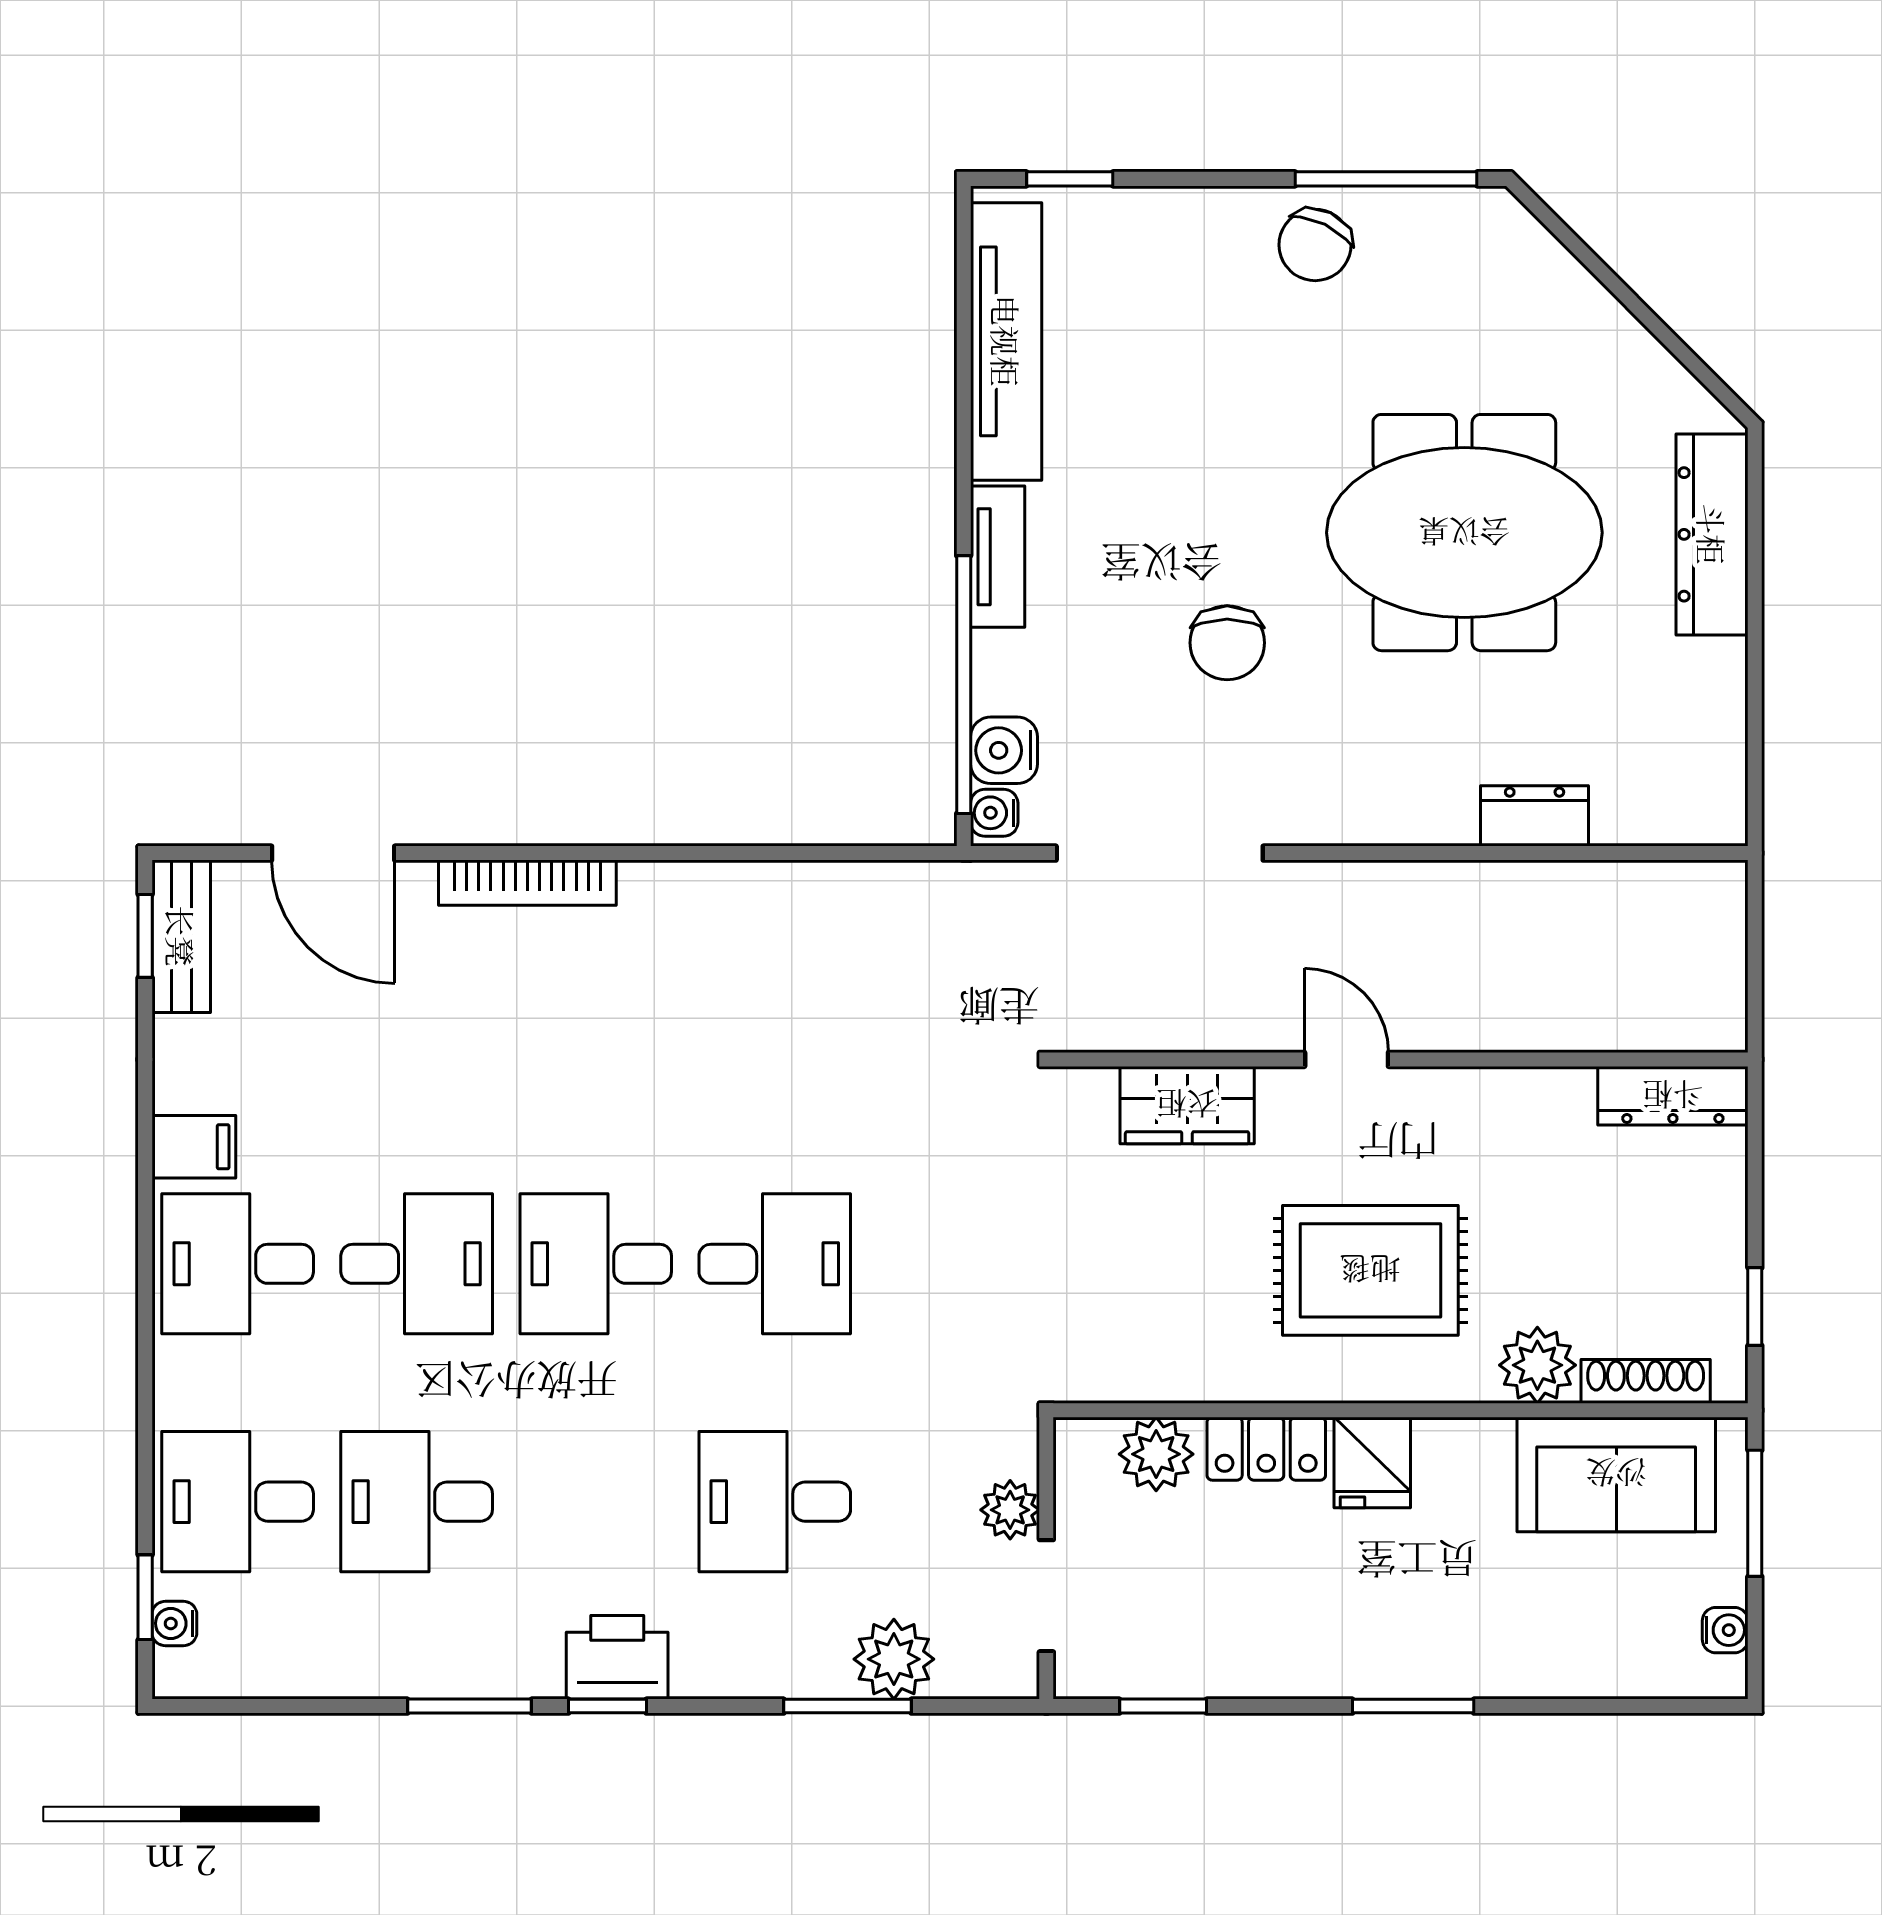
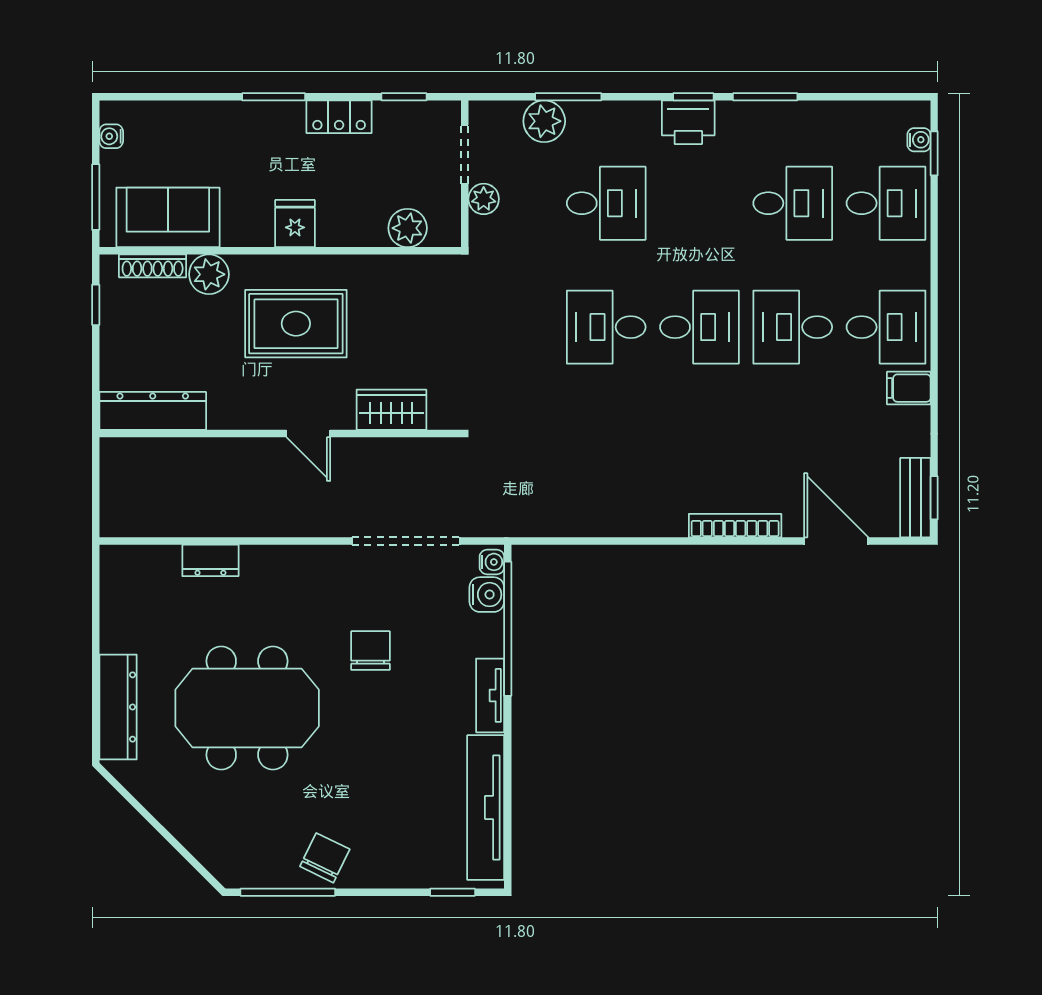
dresser: (1673, 1096) -> (153, 411), width x1.37, depth x1.24
locker: (1266, 1449) -> (339, 117), moved, turned 180

